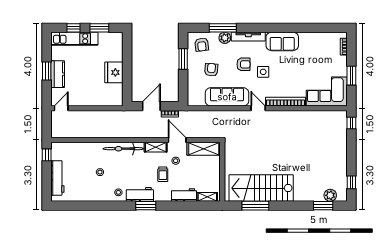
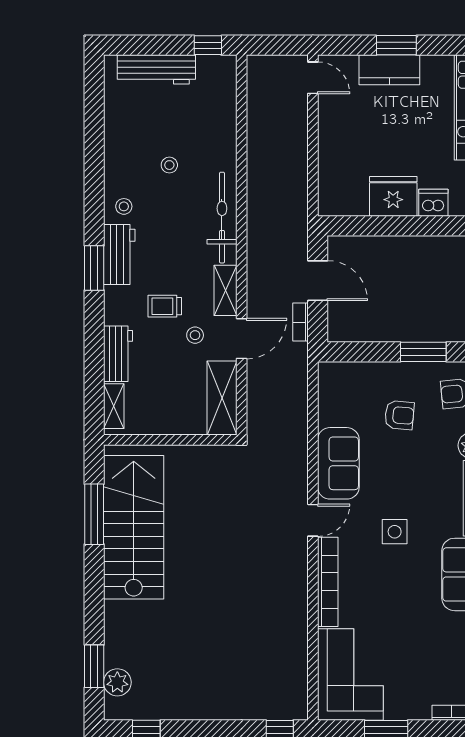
dishwasher: (117, 55) -> (433, 203), added
armchair: (243, 64) -> (411, 487), removed
sofa: (227, 97) -> (338, 463), width x0.73

